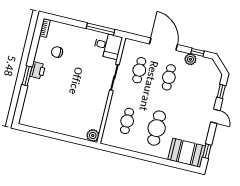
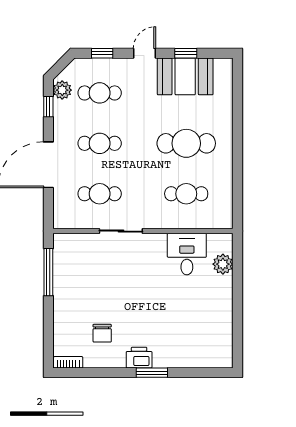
desk: (108, 46) -> (187, 254), moved
plant: (190, 59) -> (62, 90), moved
cafe table: (198, 84) -> (100, 93), added
plant: (93, 135) -> (223, 264), moved
window: (207, 151) -> (186, 53), moved
booth: (187, 153) -> (185, 76), moved, turned 90

